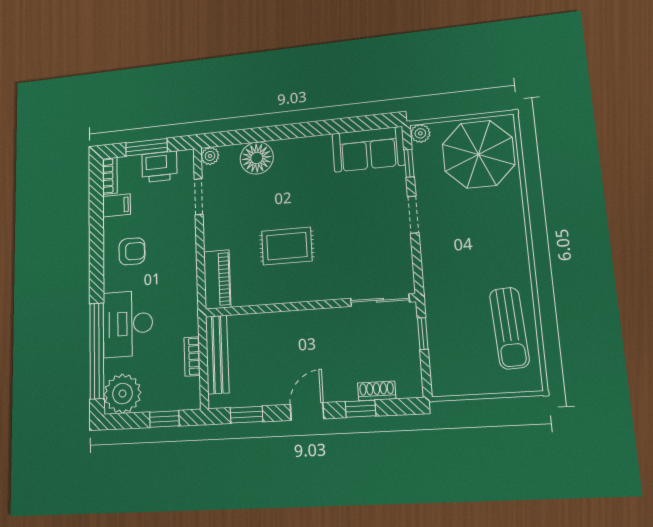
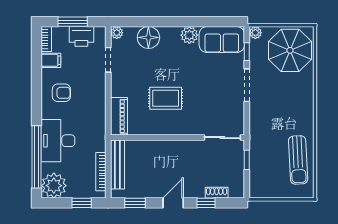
plant: (318, 148) -> (189, 35), added
doorway: (413, 215) -> (247, 85), width x1.38
bookcase: (192, 356) -> (101, 172), width x1.56

